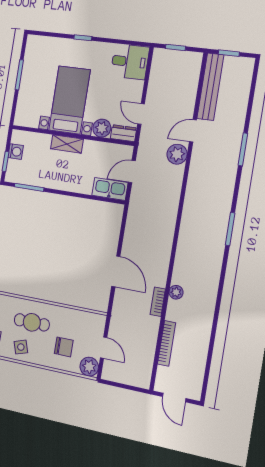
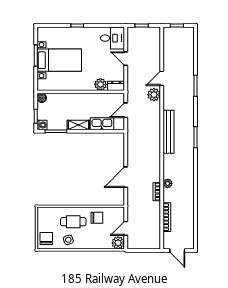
bench: (210, 87) -> (168, 132), moved
bed with nightstands: (69, 100) -> (59, 60), moved, turned 90
door: (141, 114) -> (126, 59), moved
boiler: (18, 136) -> (42, 98), added
shelving: (67, 144) -> (78, 125), moved
washing machine: (16, 152) -> (42, 125), moved
kitchen sink: (110, 189) -> (102, 124), moved
door: (116, 271) -> (126, 177), swing flipped
chair: (64, 347) -> (97, 218), moved
door: (104, 348) -> (126, 228), swing flipped

